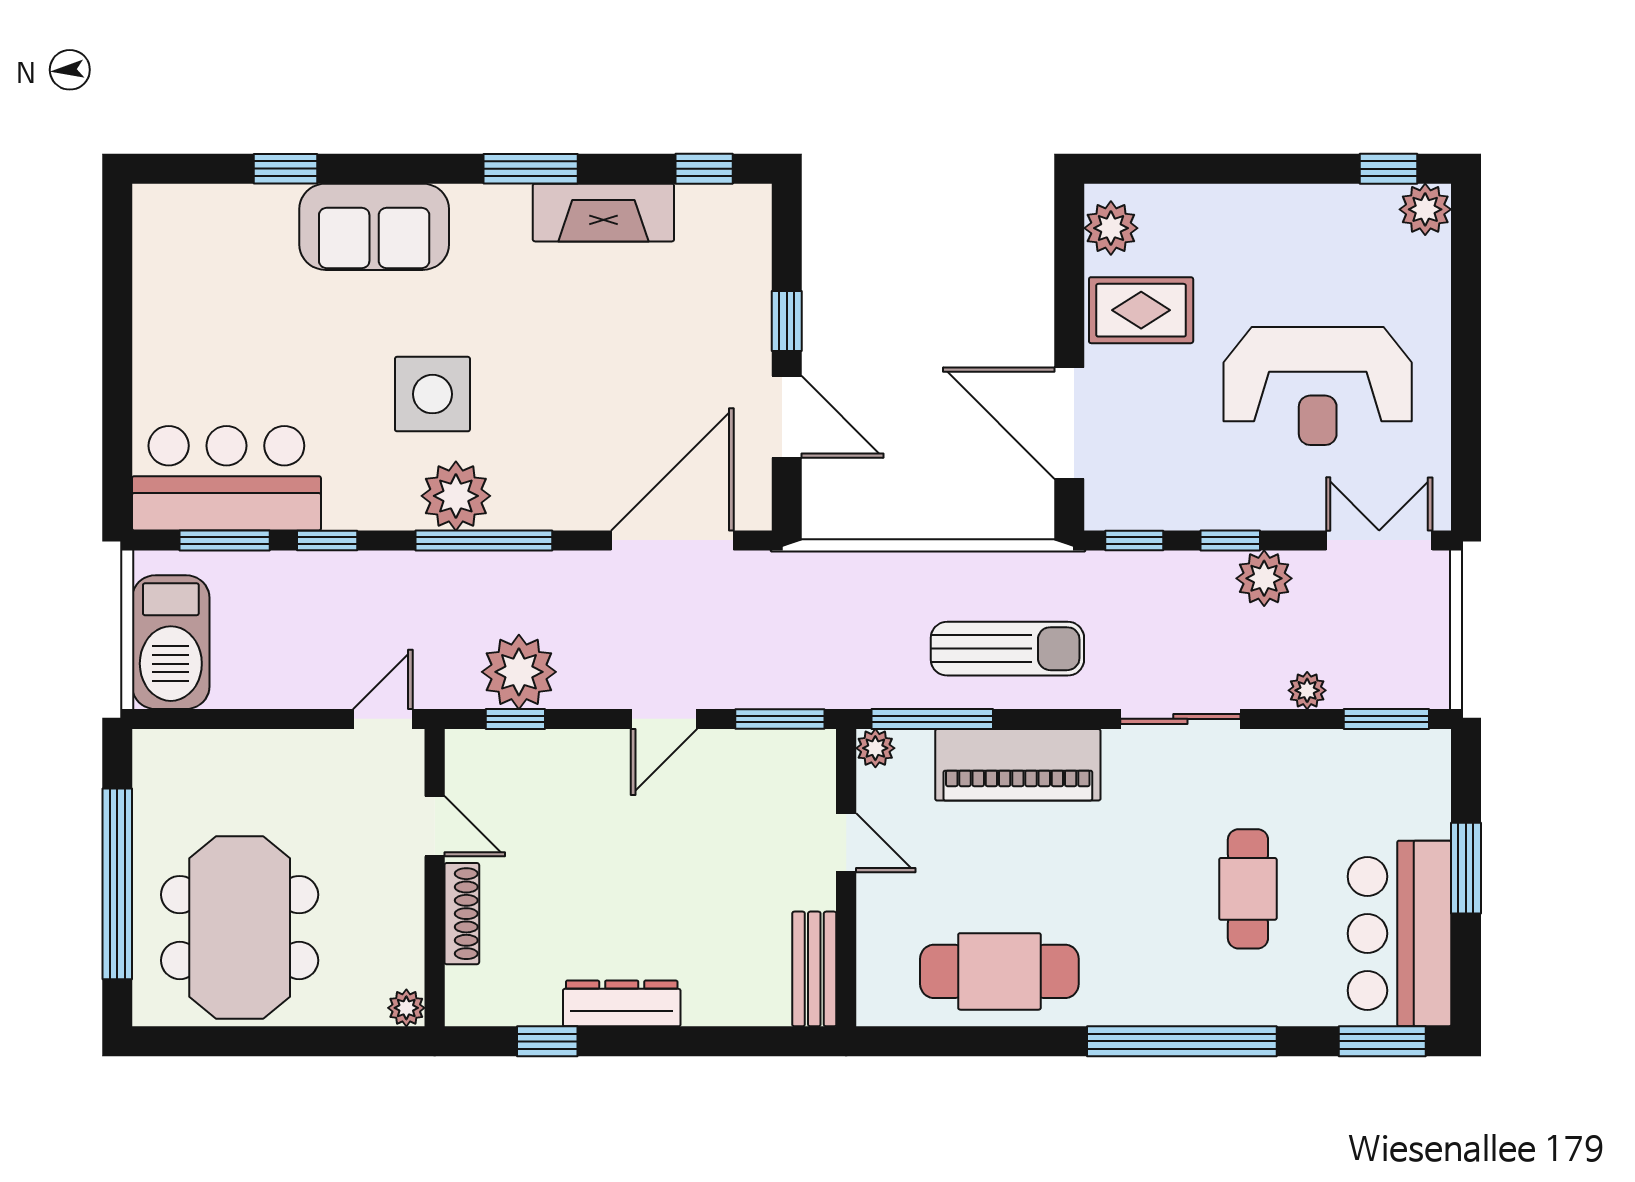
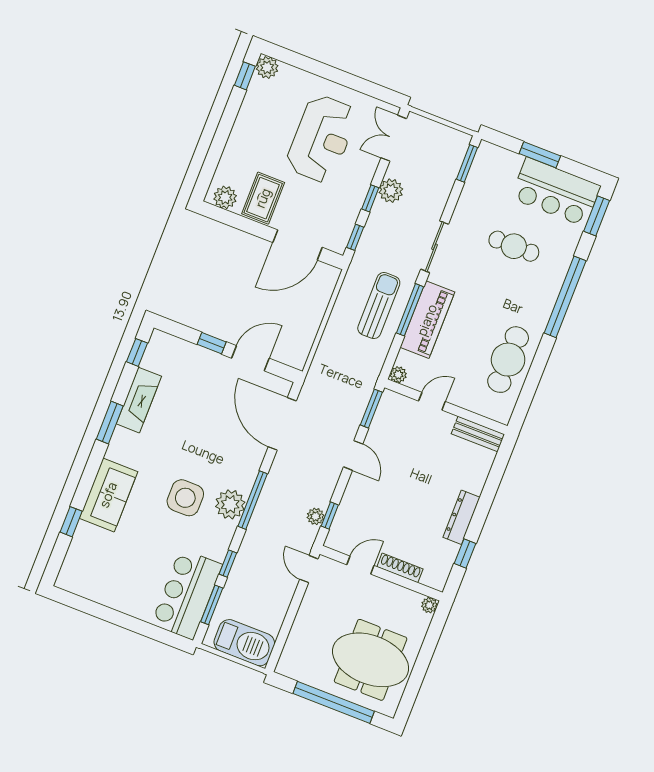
plant: (519, 672) -> (316, 516), width x0.53, depth x0.53
plant: (1307, 690) -> (443, 191), removed
window: (932, 719) -> (410, 310), moved

